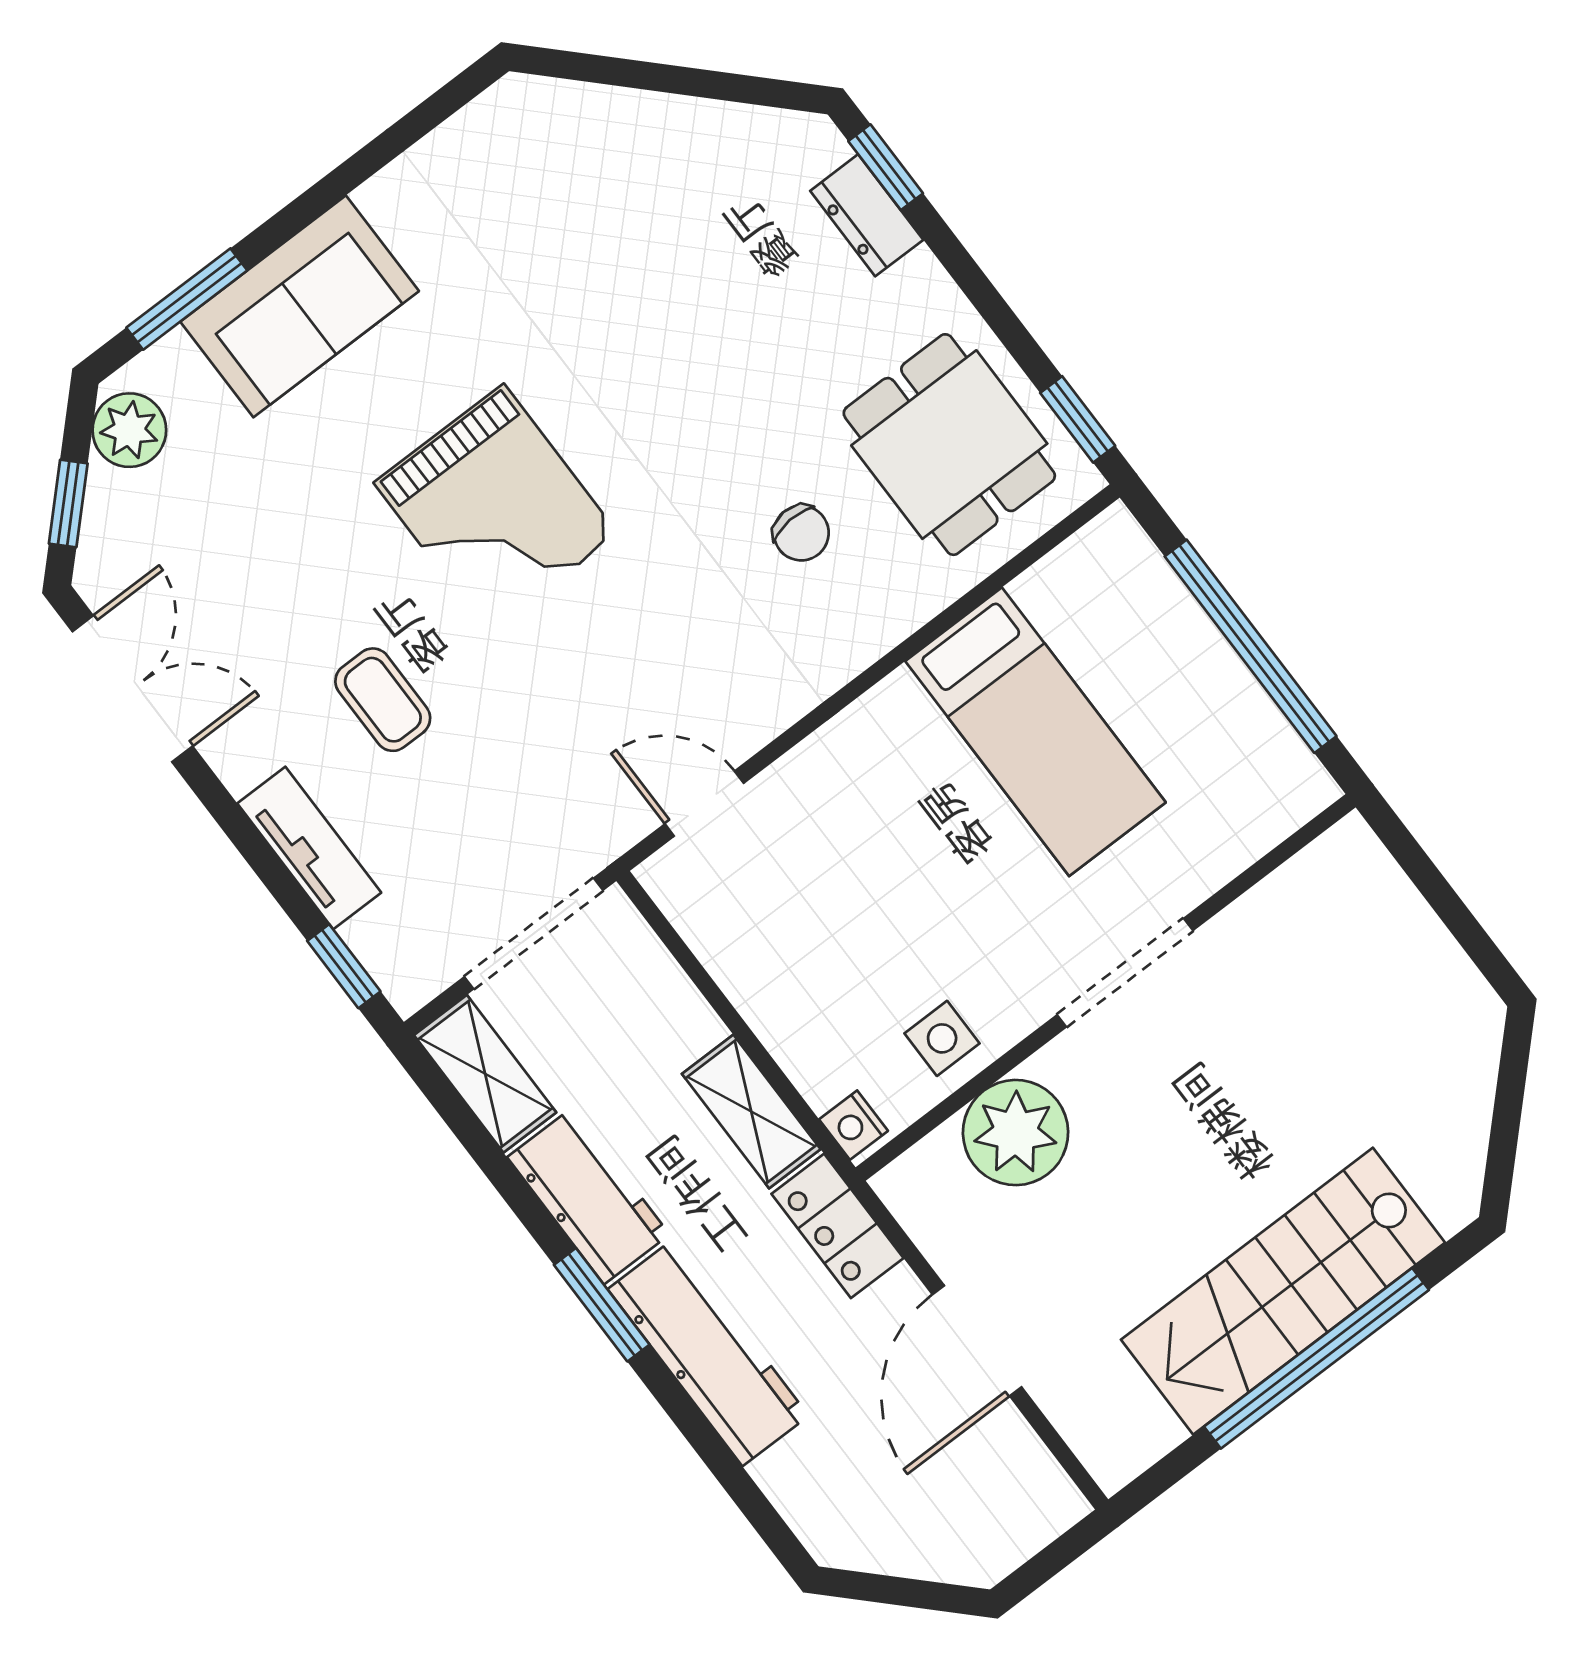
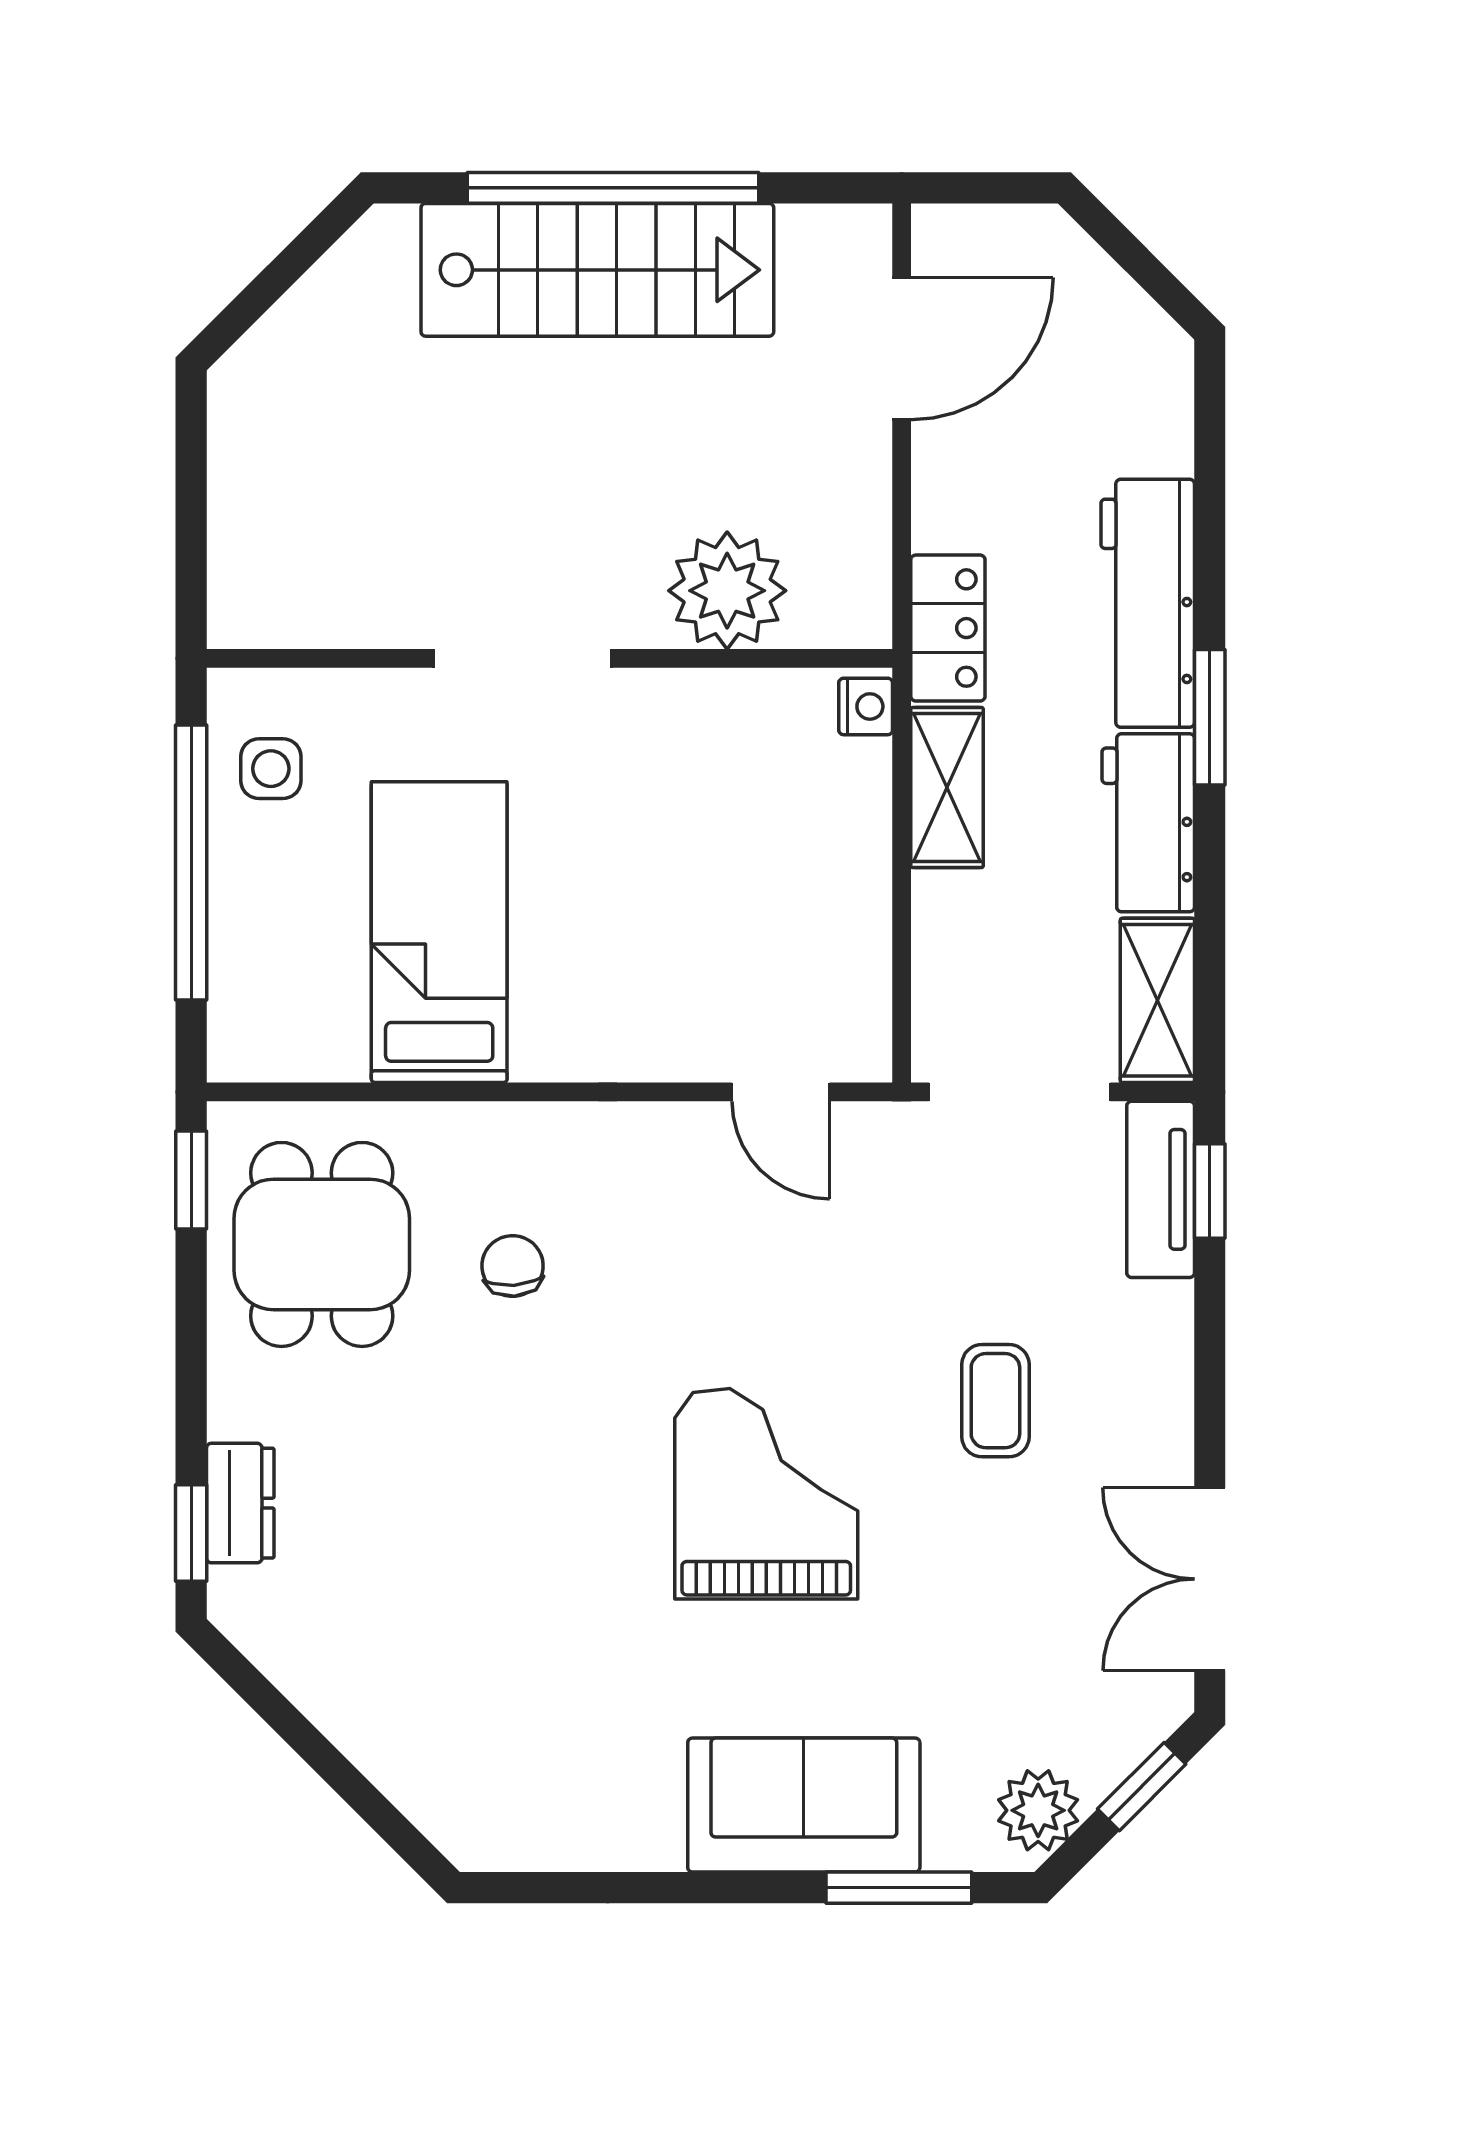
tv unit: (309, 848) -> (1161, 1189), moved
side table: (942, 1038) -> (271, 769), moved
door: (977, 1341) -> (902, 348), moved

